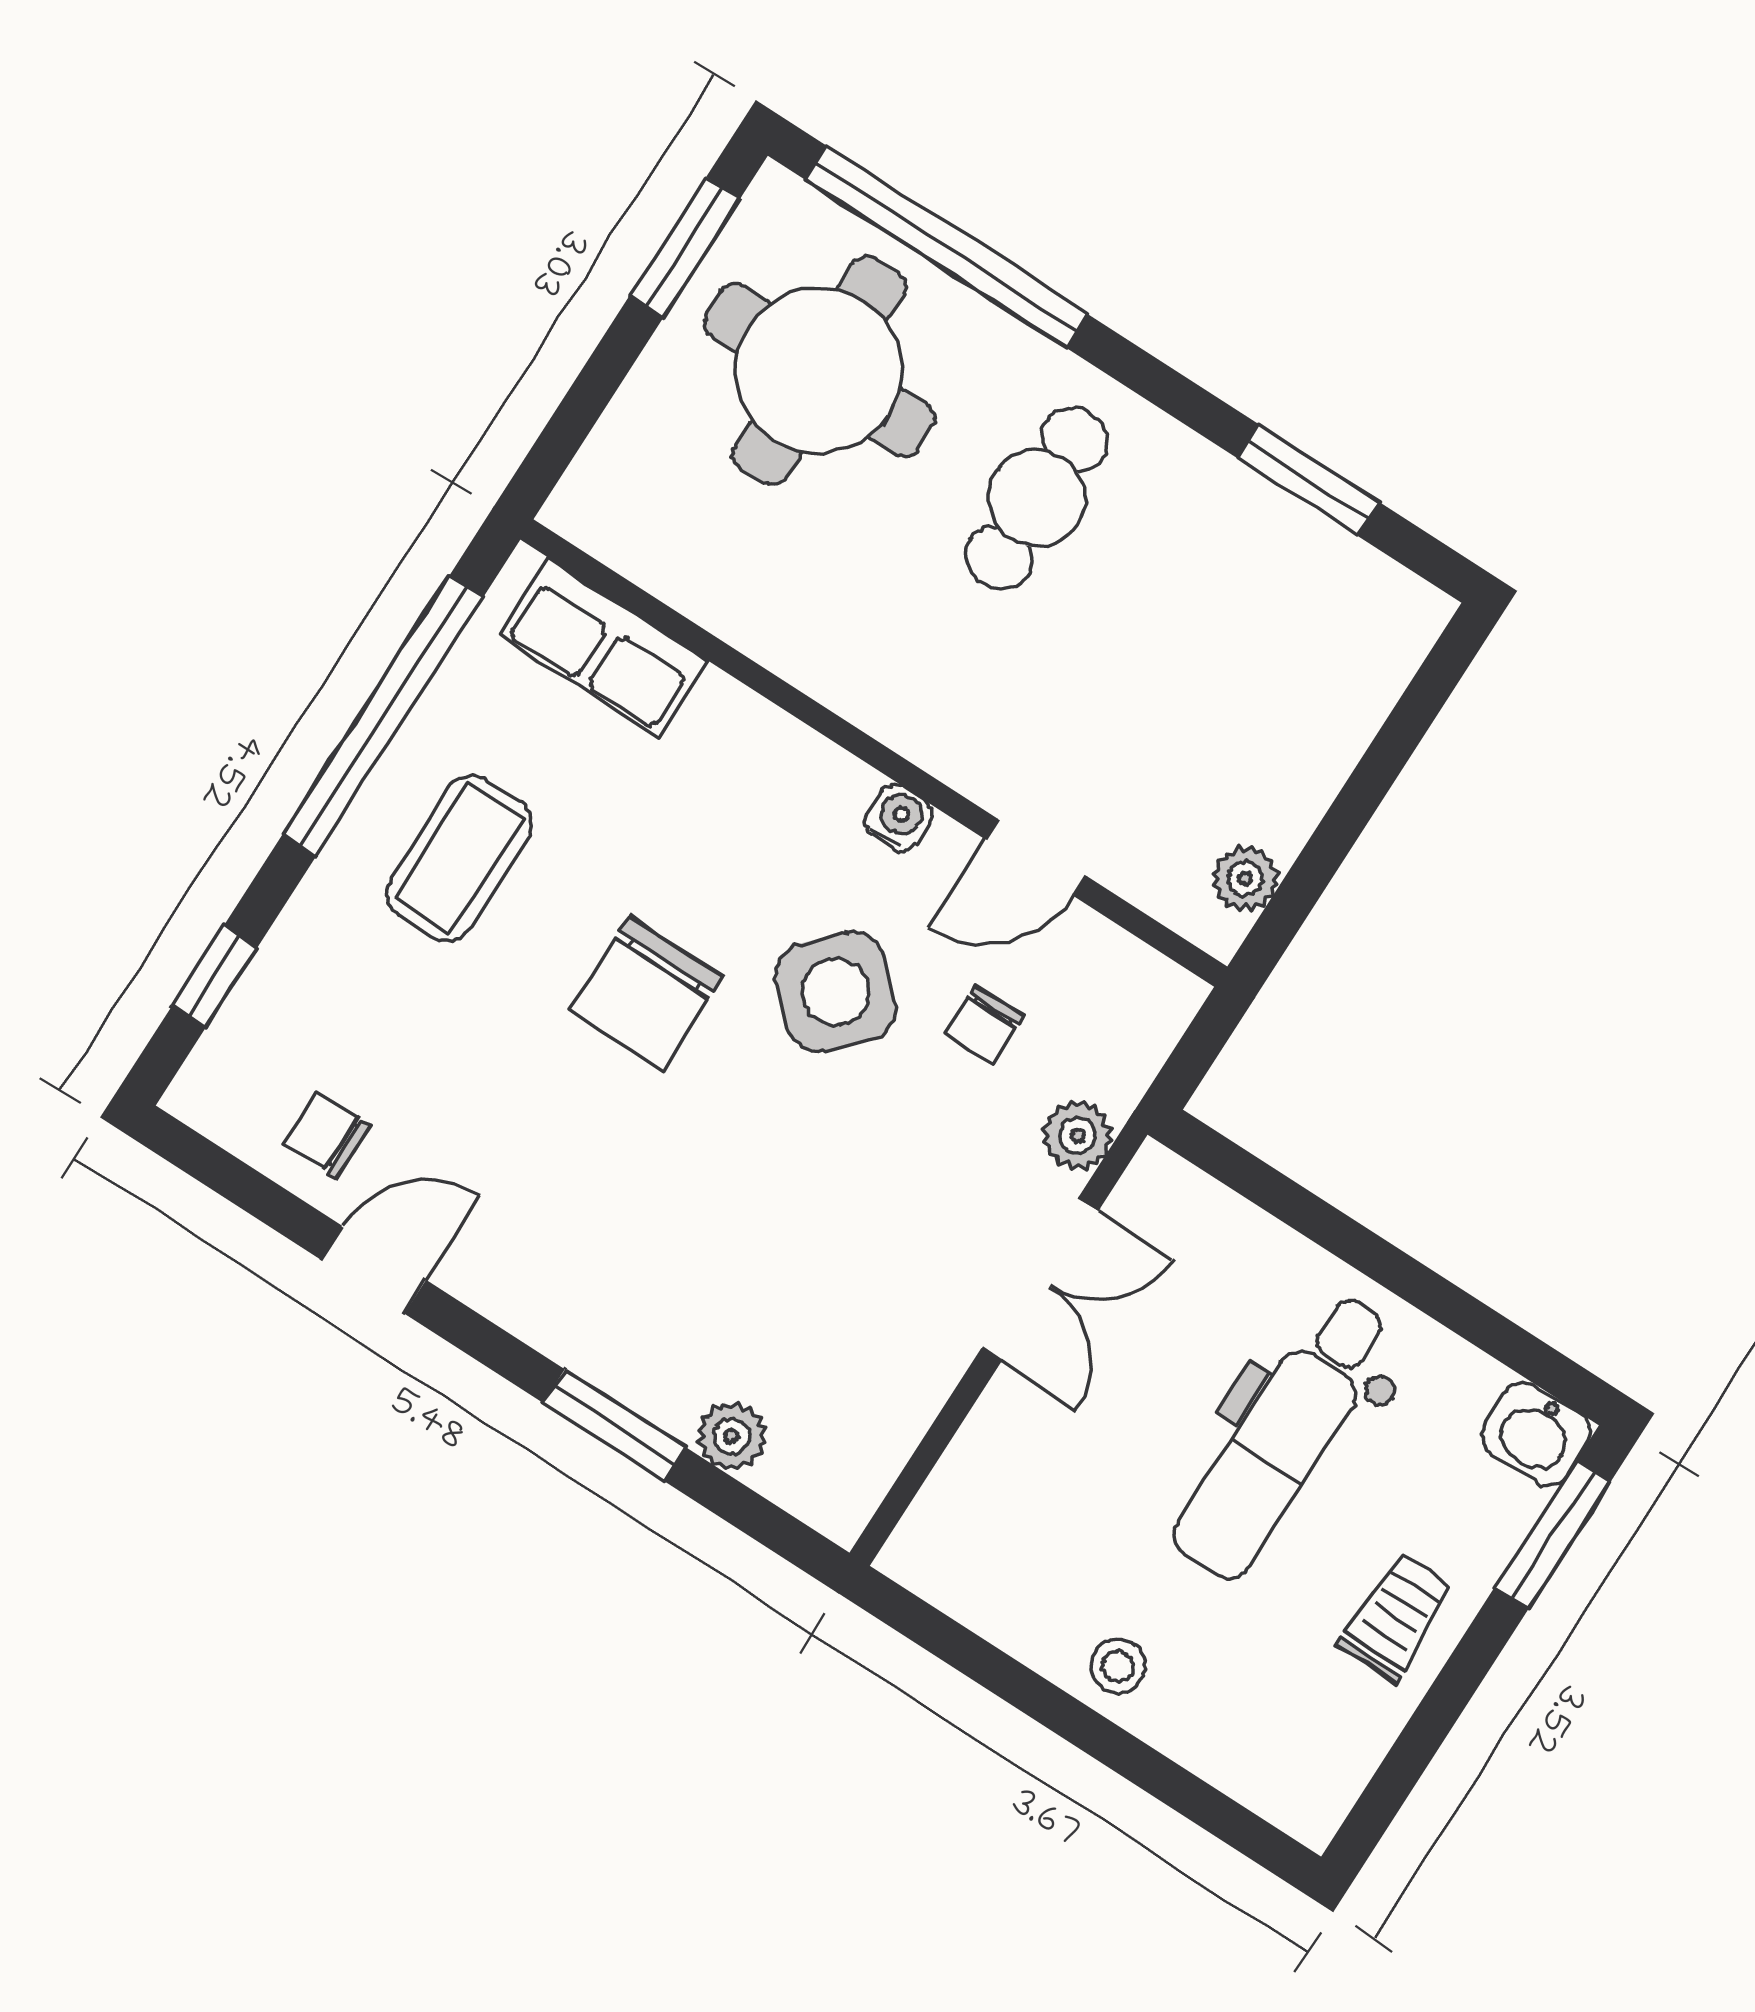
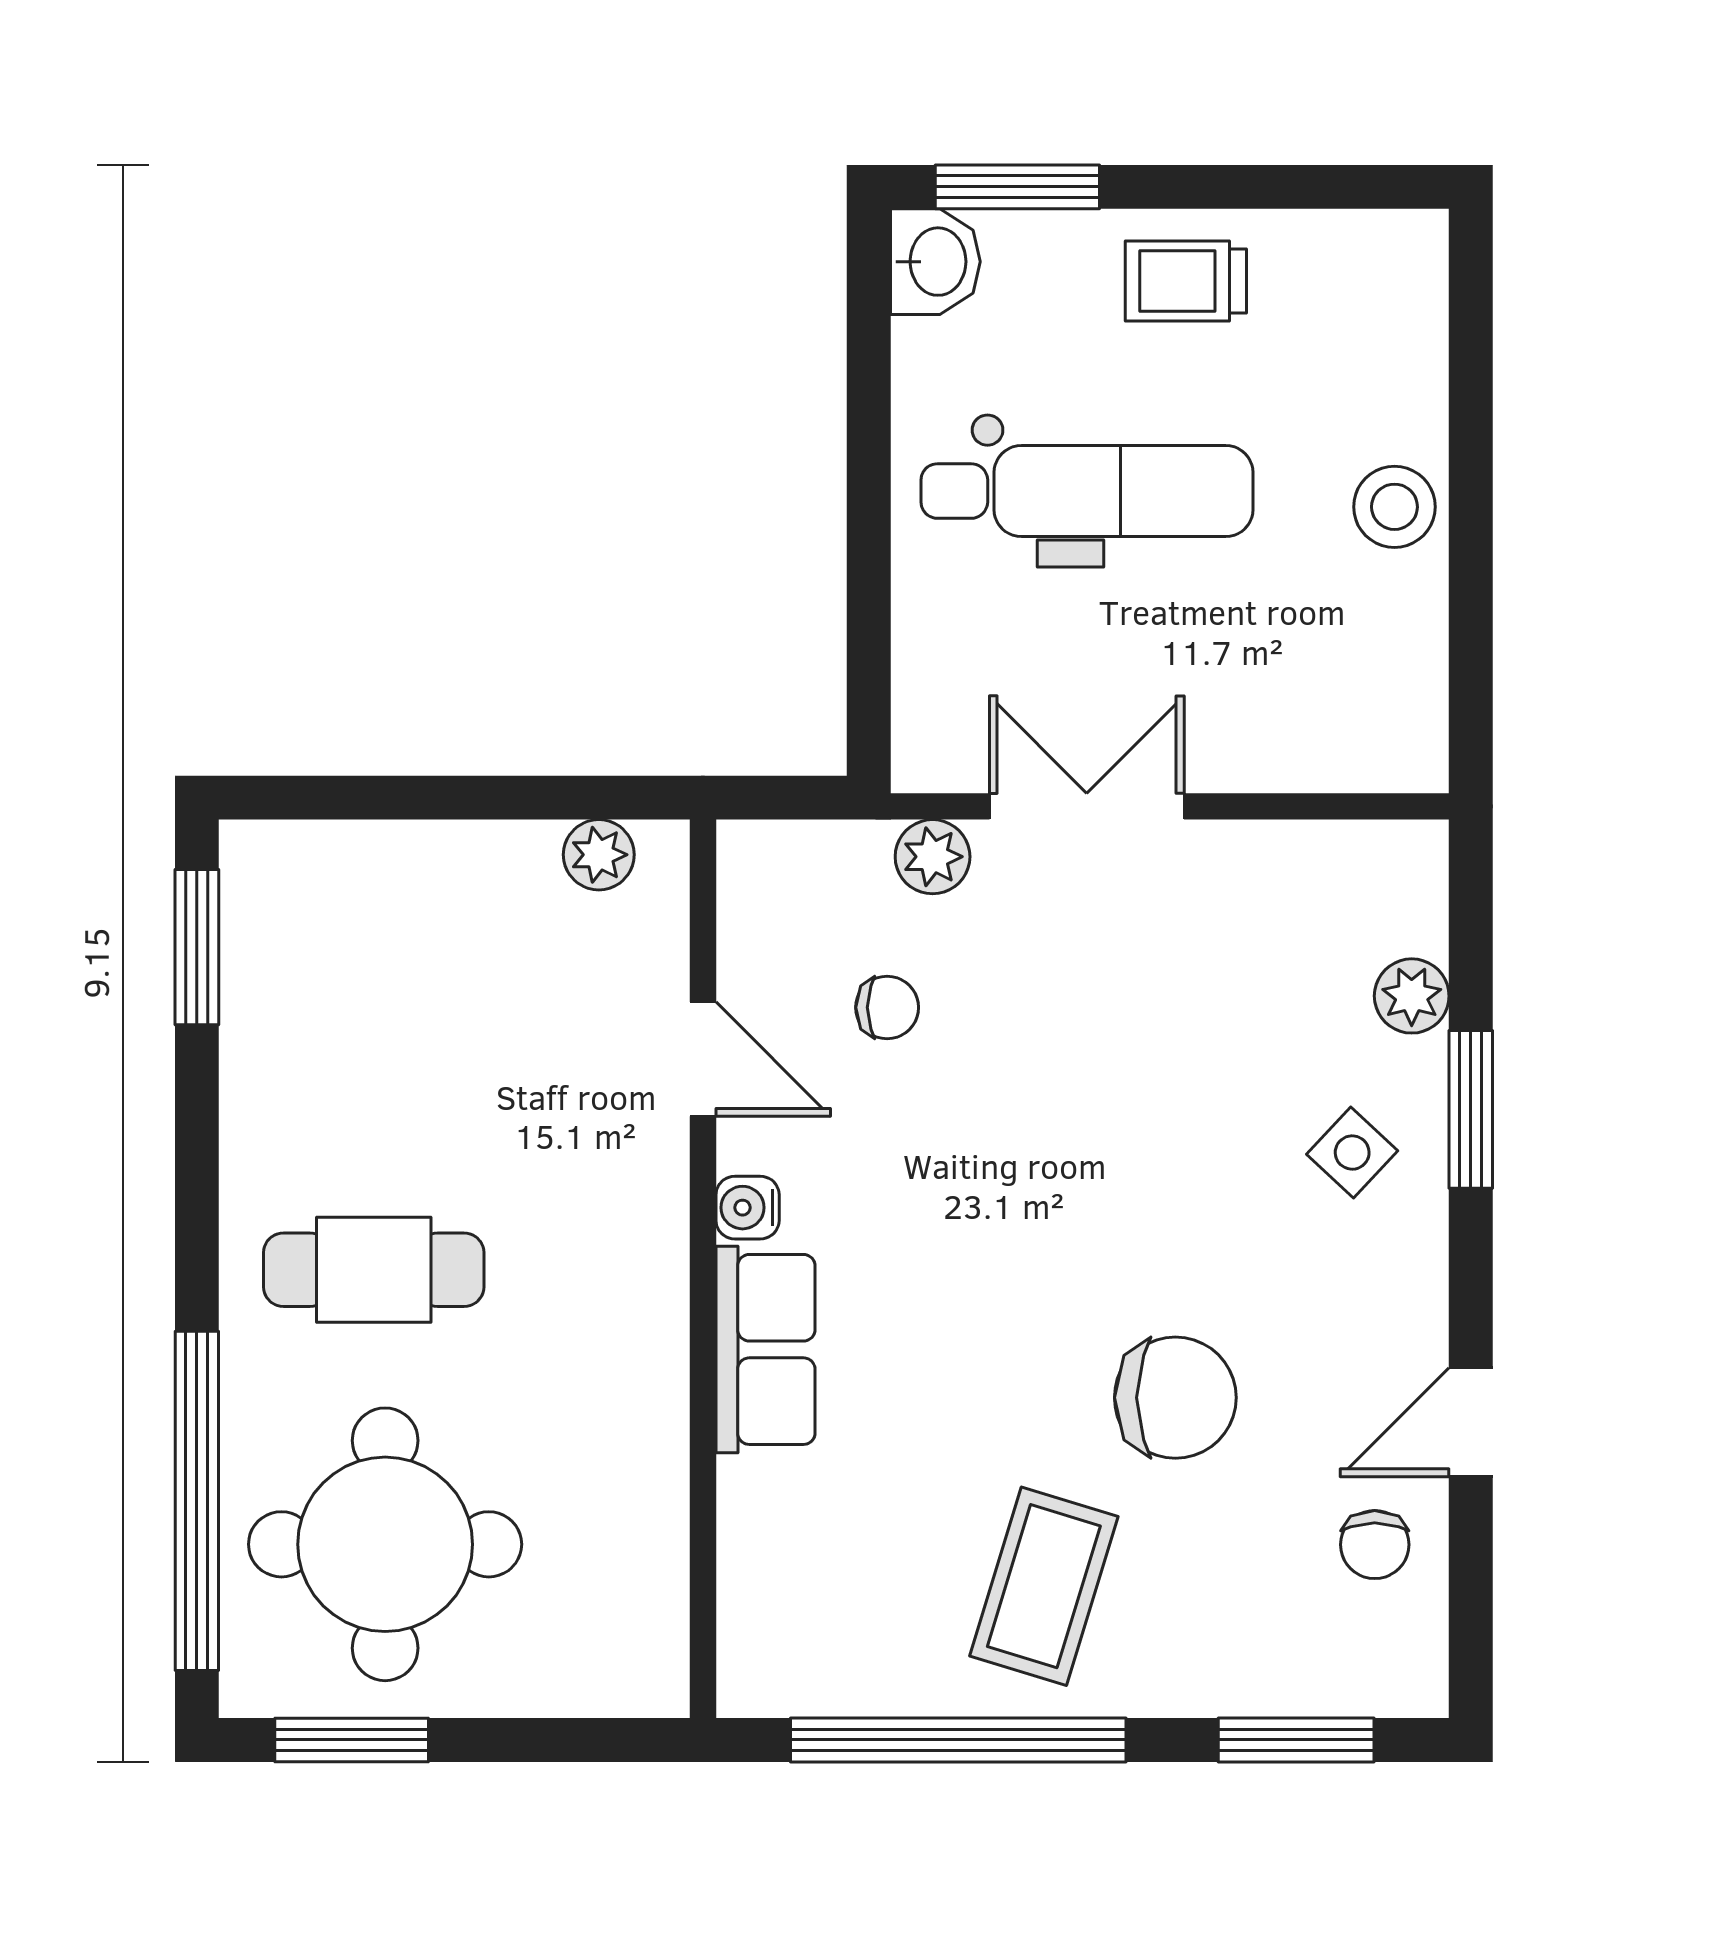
window: (1309, 480) -> (197, 947), moved
row of seats: (604, 647) -> (765, 1349), moved
coffee table: (459, 858) -> (1044, 1586), turned -73
window: (215, 977) -> (1296, 1740), width x1.50
side table: (836, 992) -> (1352, 1153), moved, width x0.54, depth x0.54
chair: (646, 993) -> (1175, 1398), moved
door: (373, 1270) -> (1471, 1422), hinge flipped
stool: (1118, 1666) -> (1394, 507), width x1.37, depth x1.37

